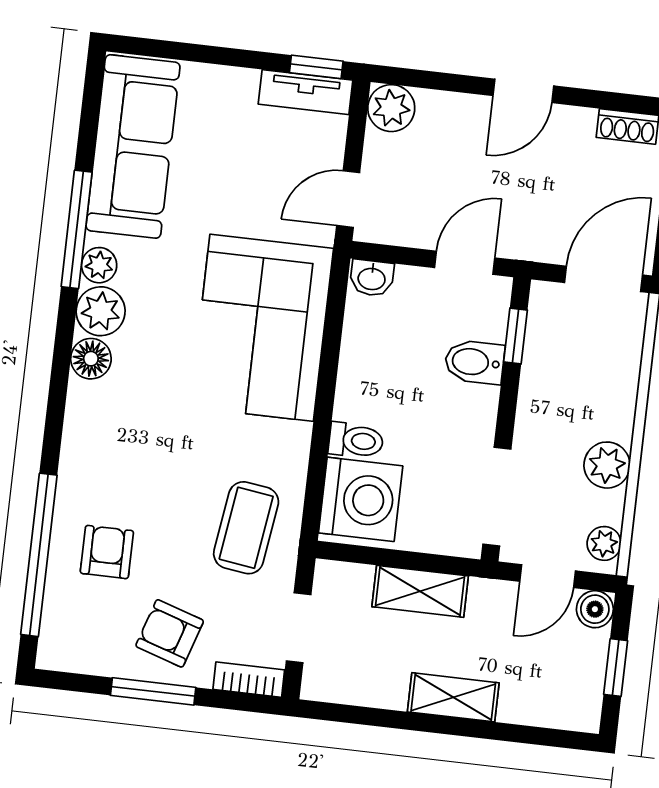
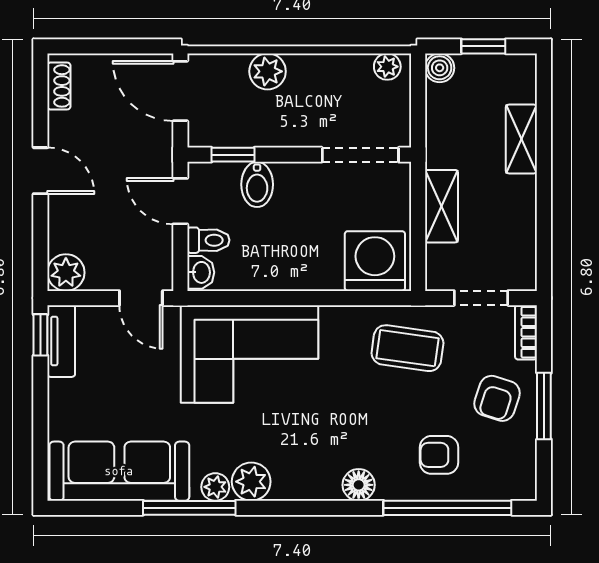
floor lamp: (91, 359) -> (359, 485), moved
toilet: (356, 441) -> (208, 240), moved, turned 90
plant: (607, 465) -> (268, 71), moved
door: (548, 576) -> (418, 108), removed
shelving: (453, 697) -> (521, 139), moved

